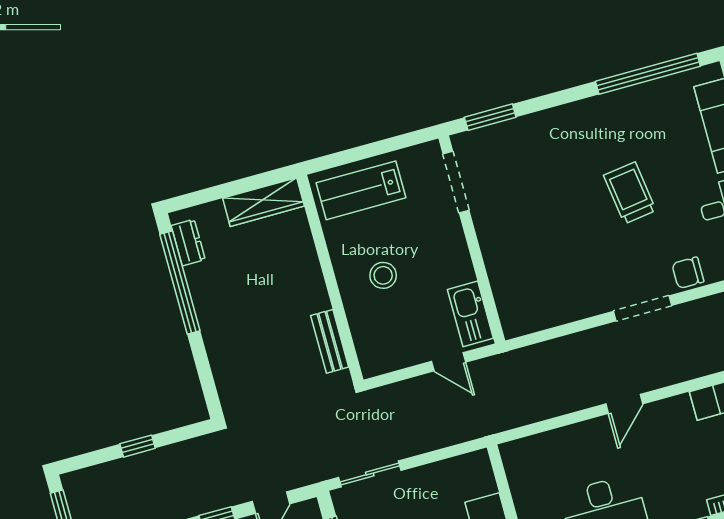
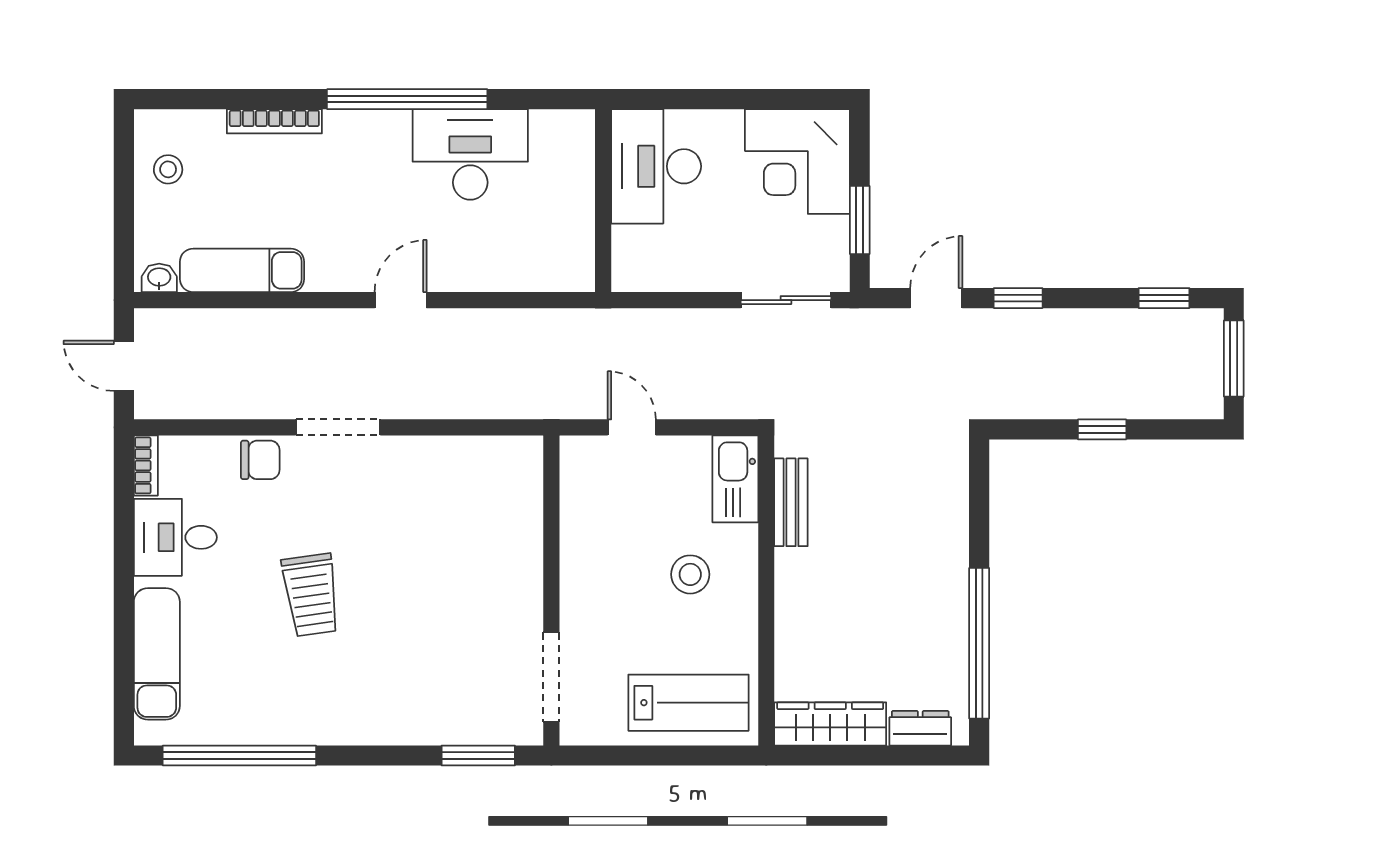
dresser: (188, 243) -> (920, 728), moved, turned 90
kitchen sink: (470, 314) -> (735, 479), moved, turned 180

